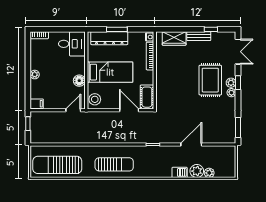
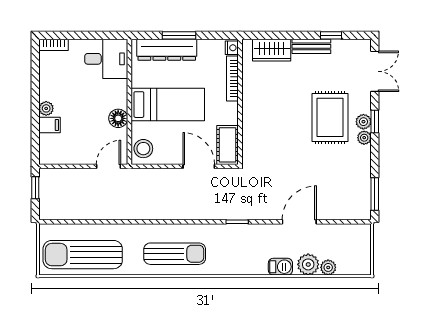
filing cabinet: (37, 104) -> (49, 125), moved

